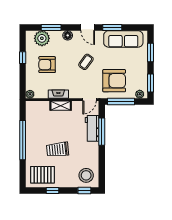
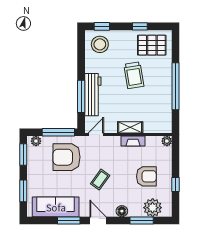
workbench: (92, 128) -> (93, 95), width x1.38
trolley: (58, 149) -> (134, 75), turned 87

